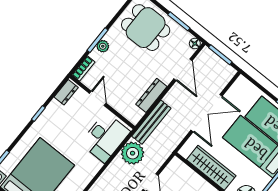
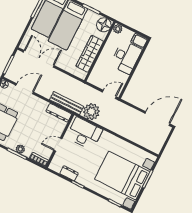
dresser: (66, 92) -> (69, 173), moved
dresser: (151, 95) -> (59, 113), moved
double door: (207, 113) -> (39, 59), moved

